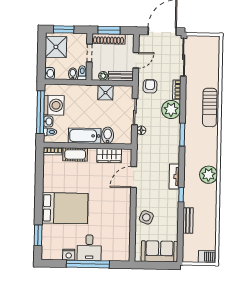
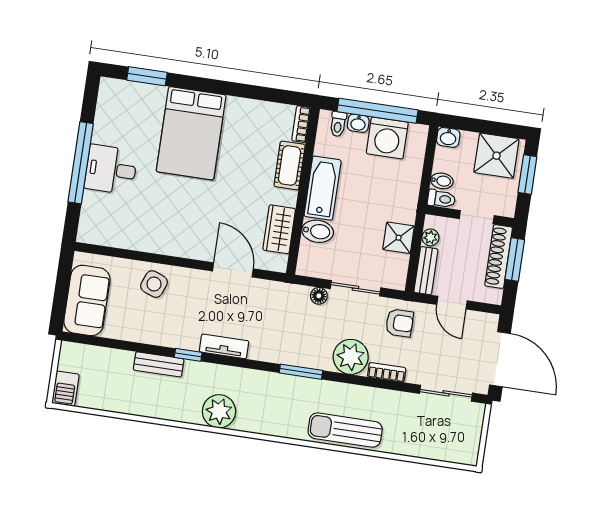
sliding door: (184, 57) -> (446, 393), width x0.73
bench: (188, 220) -> (159, 364), moved
nightstand: (69, 255) -> (103, 129), removed

